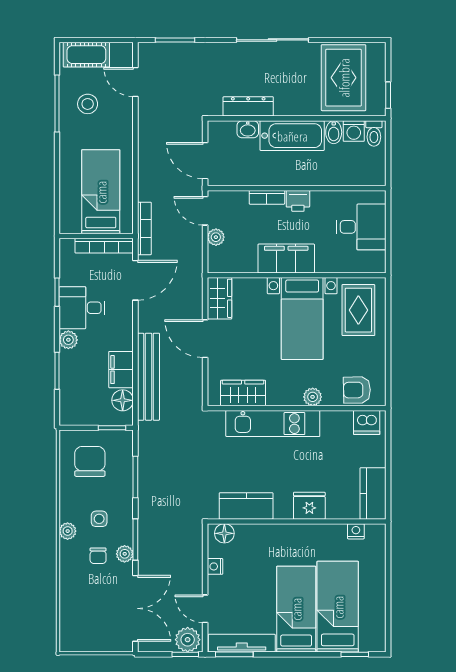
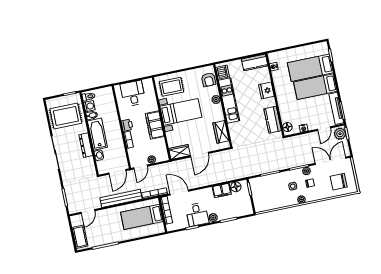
stool: (88, 104) -> (103, 231), removed
dresser: (248, 106) -> (86, 145), moved
bench: (148, 377) -> (121, 198), moved
kitchen unit: (273, 424) -> (229, 100), moved
chair: (90, 461) -> (339, 182), moved

